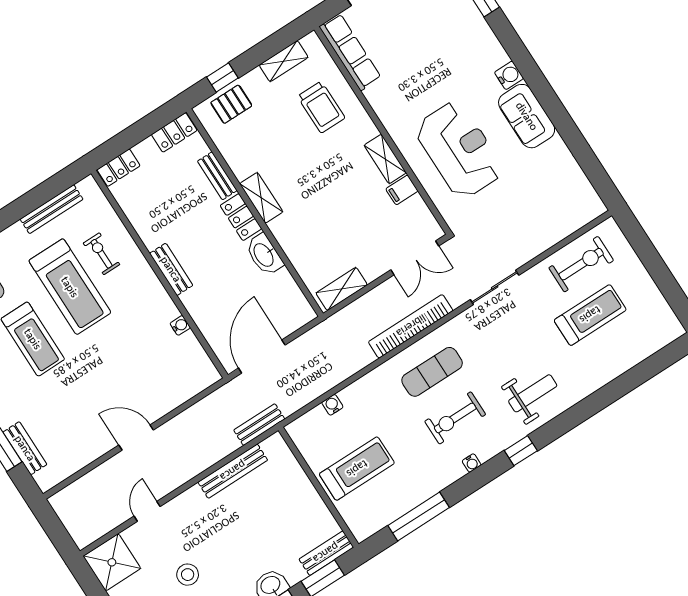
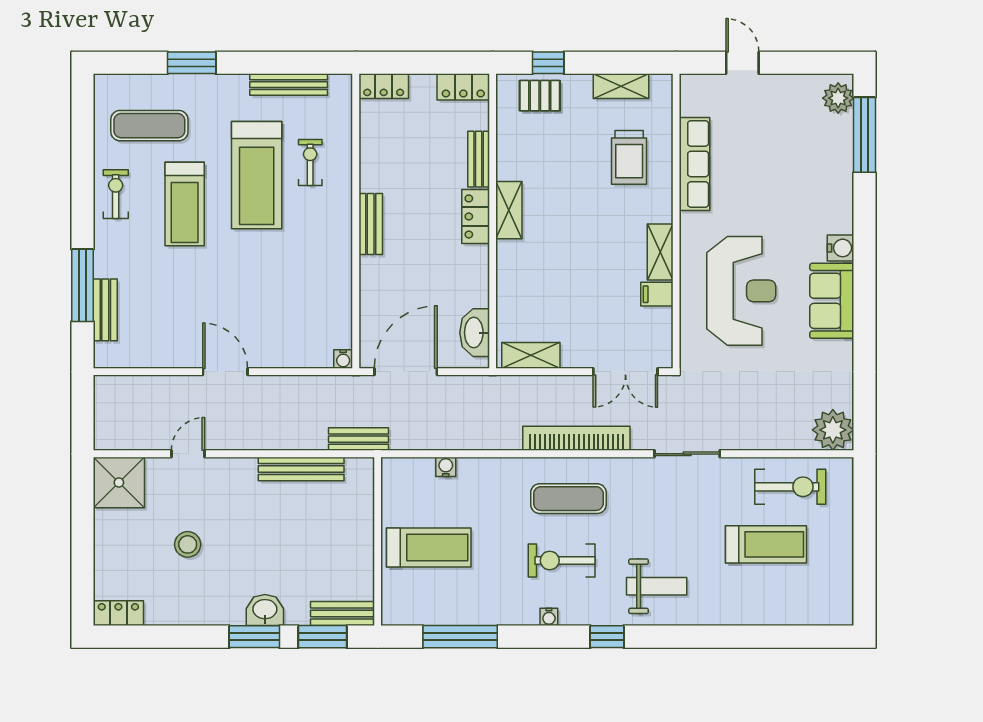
row of seats: (350, 52) -> (694, 164), moved
plant: (585, 205) -> (833, 430), added
washbasin: (264, 255) -> (475, 333), moved
water cooler: (180, 325) -> (343, 359), moved, turned 90

